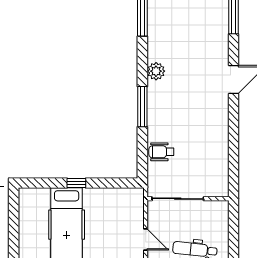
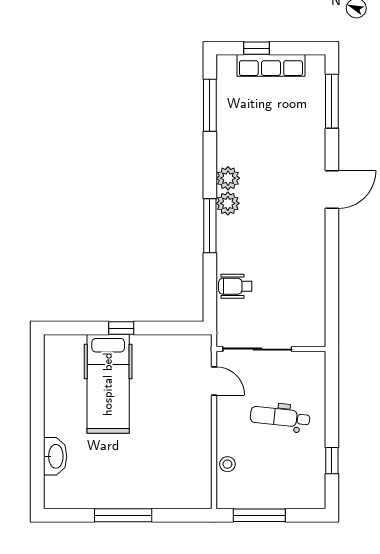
plant: (156, 90) -> (228, 203), added
door: (146, 239) -> (214, 381), moved

